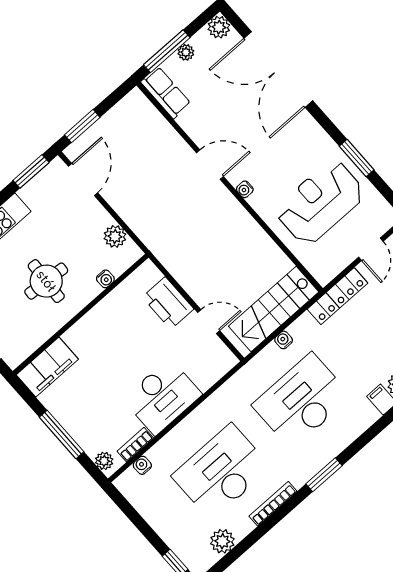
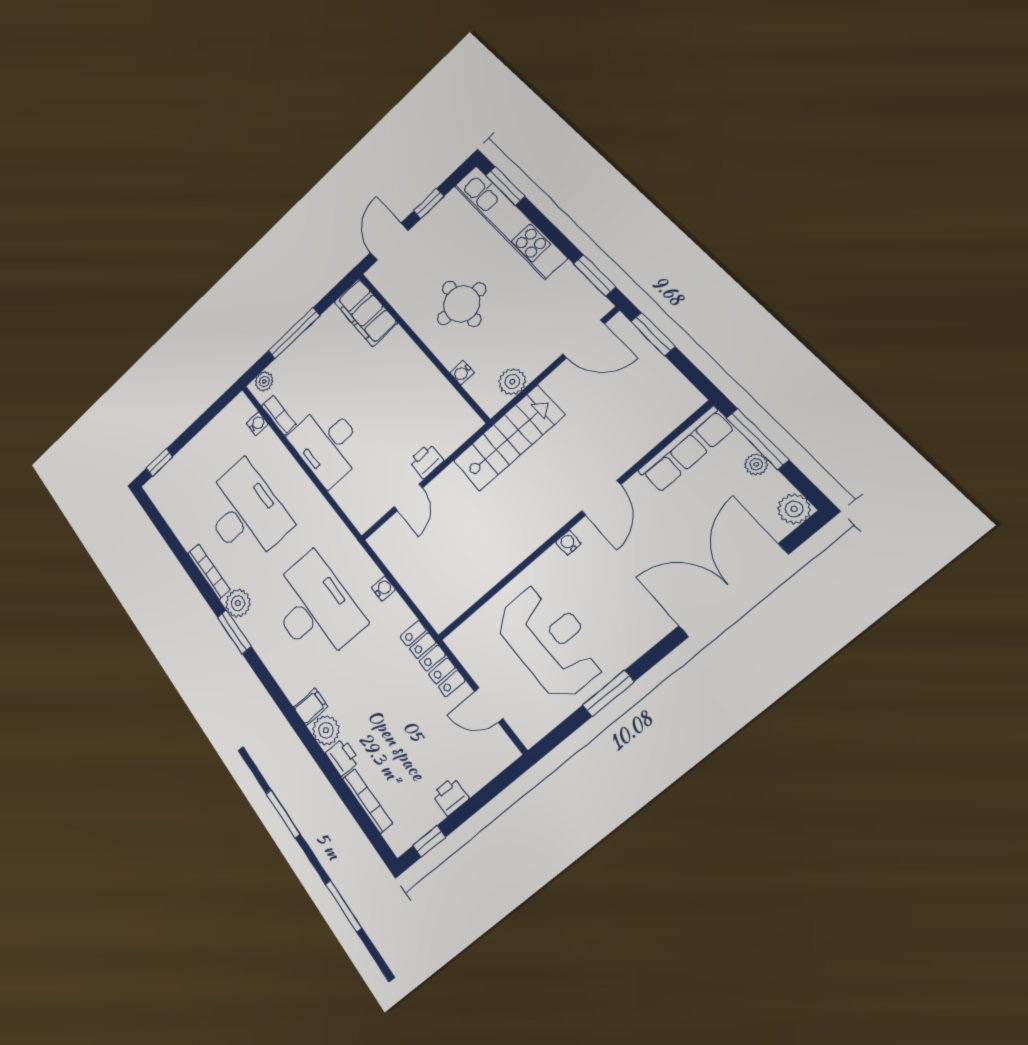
row of seats: (166, 93) -> (686, 449), width x1.48
printer: (168, 303) -> (426, 461), width x0.53, depth x0.68
stairs: (274, 309) -> (509, 438), moved, turned 90
plant: (222, 541) -> (238, 603), moved

